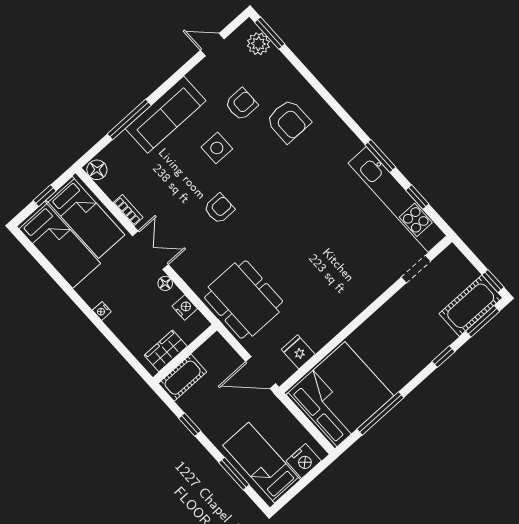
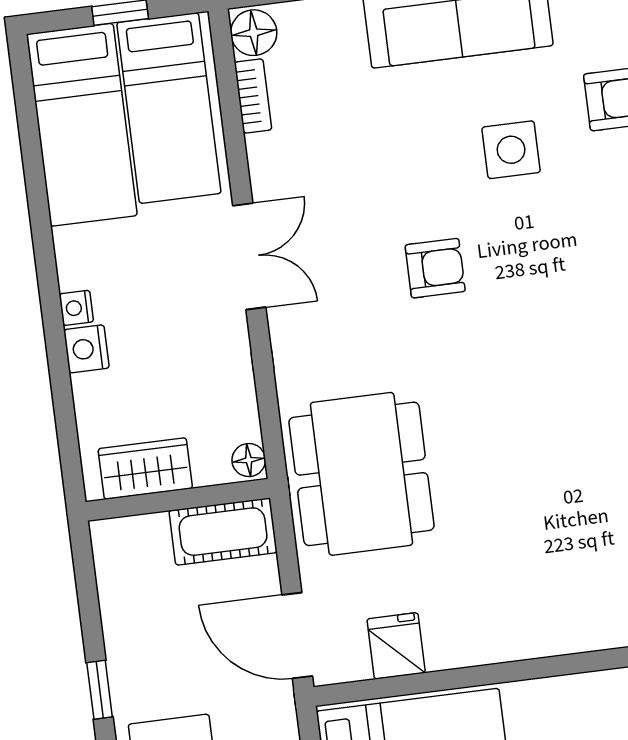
bookcase: (128, 210) -> (253, 96), moved
floor lamp: (165, 283) -> (249, 460), moved
nightstand: (185, 307) -> (86, 349), moved, turned 180
cot: (183, 378) -> (223, 532), moved
window: (190, 425) -> (100, 690), moved

